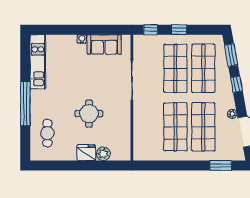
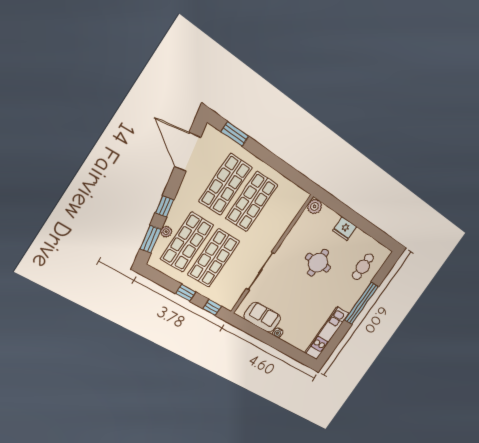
plant: (232, 114) -> (166, 232), moved
plant: (103, 154) -> (315, 206), moved

